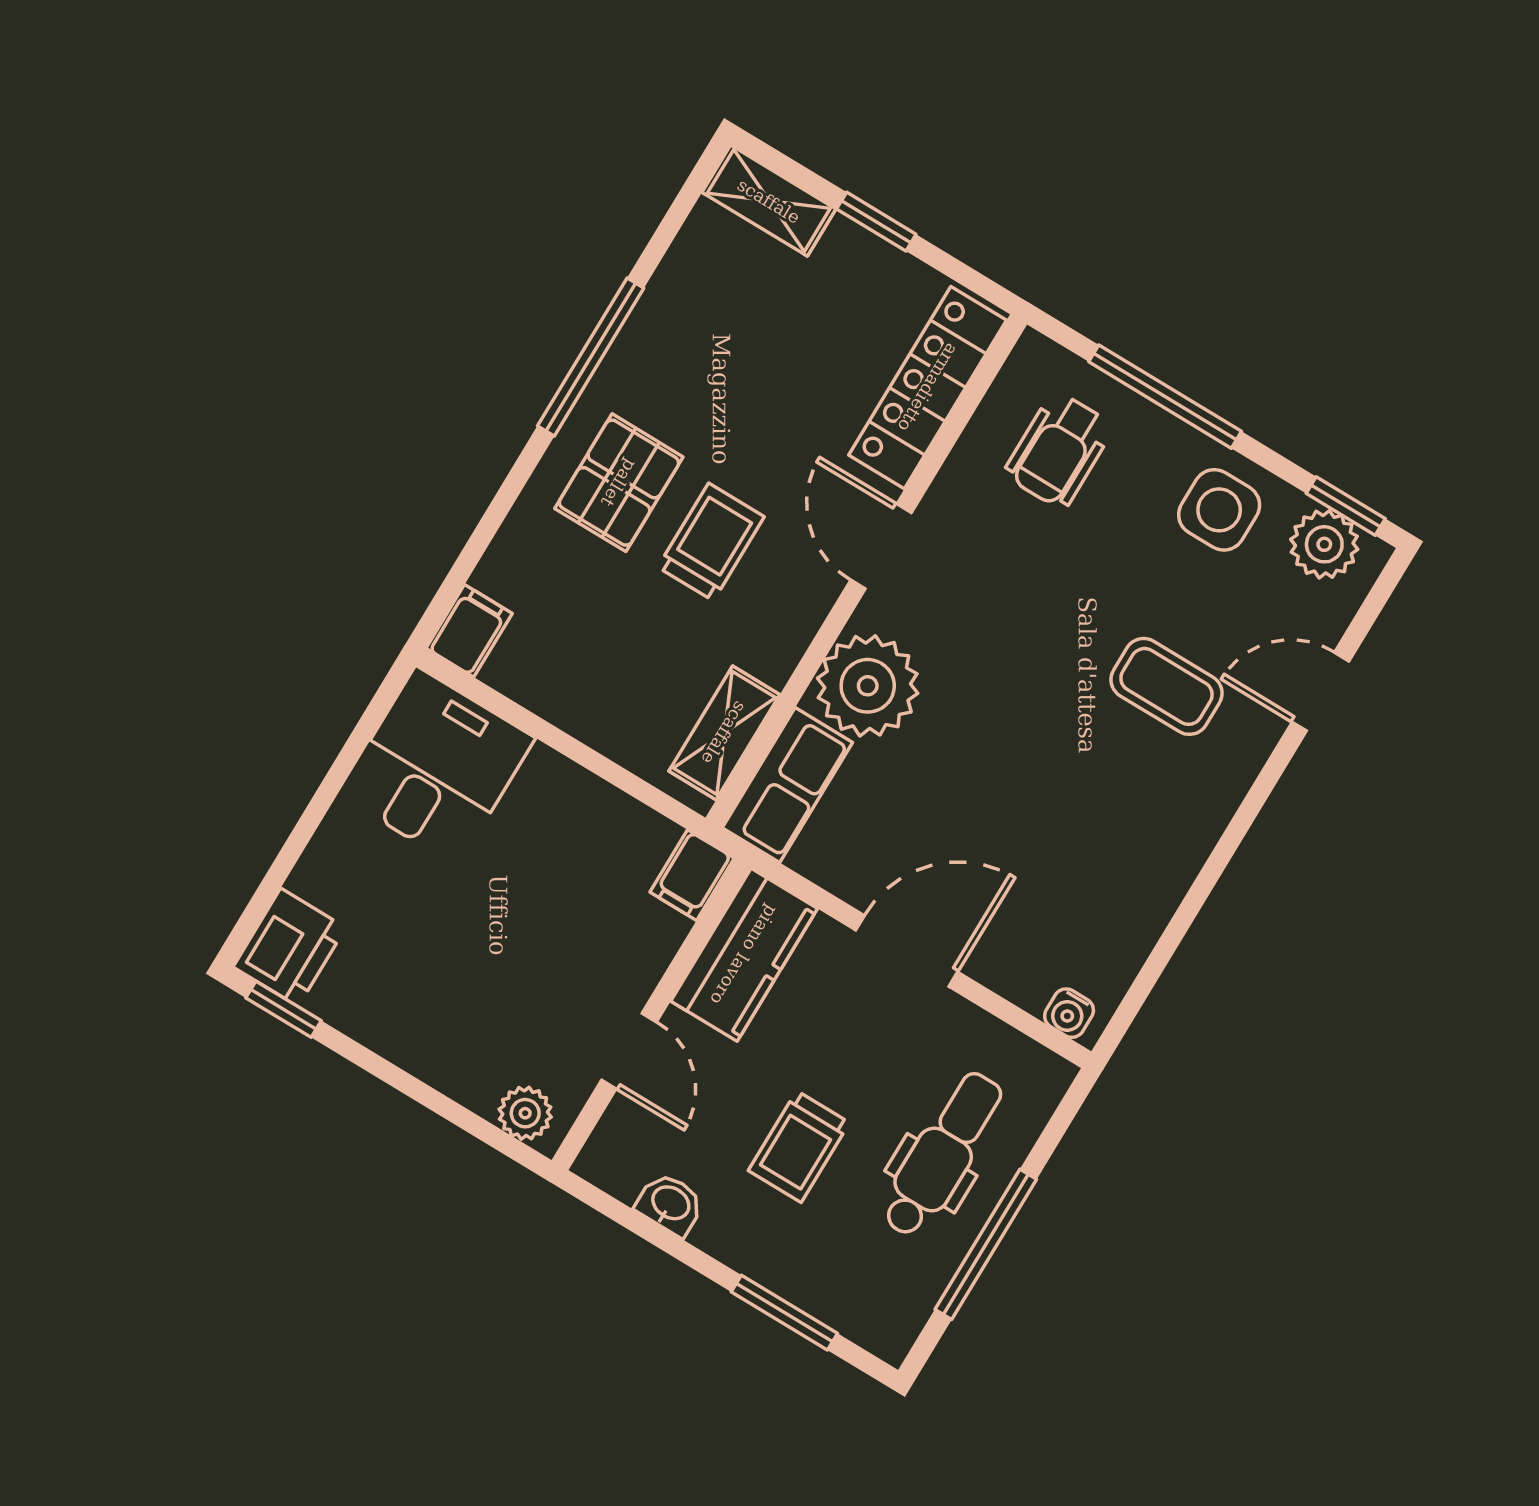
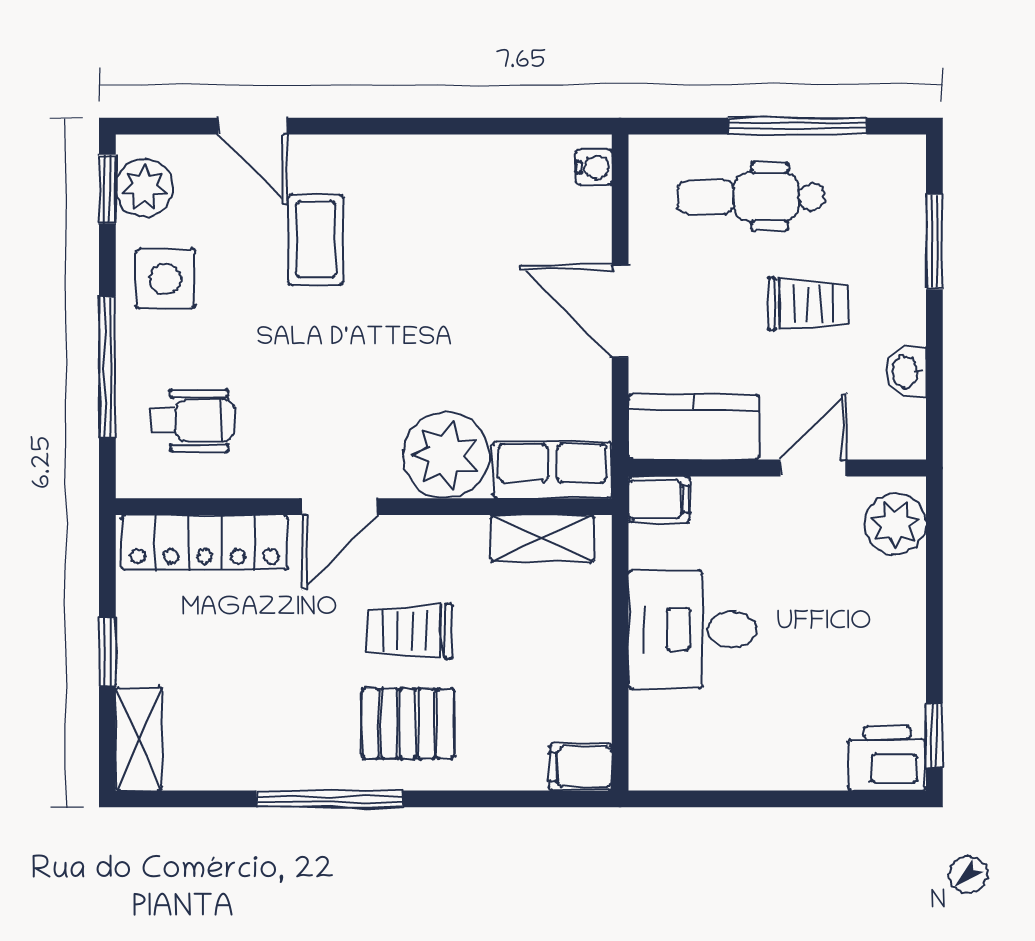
desk: (436, 766) -> (692, 629), moved
plant: (525, 1113) -> (895, 524), width x1.38, depth x1.38

